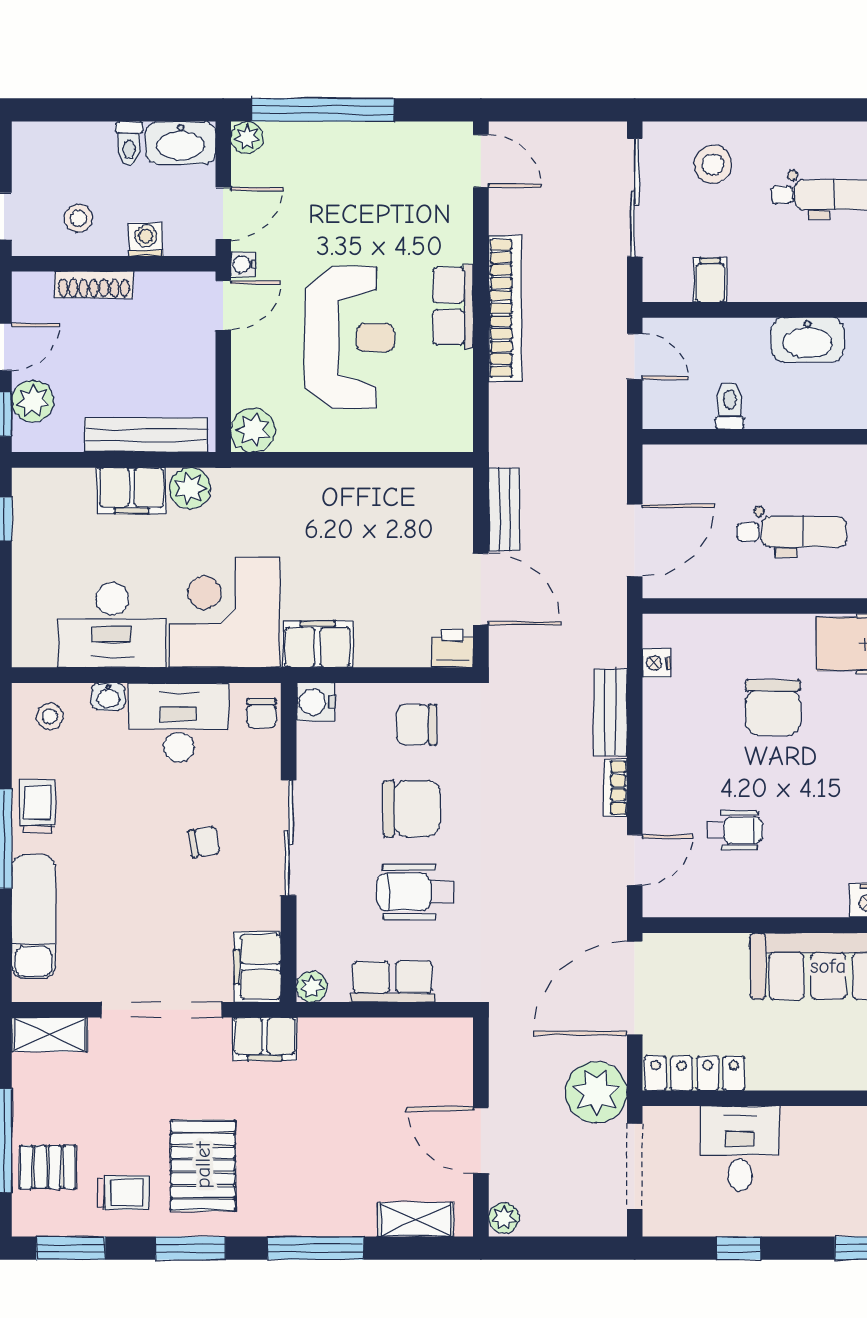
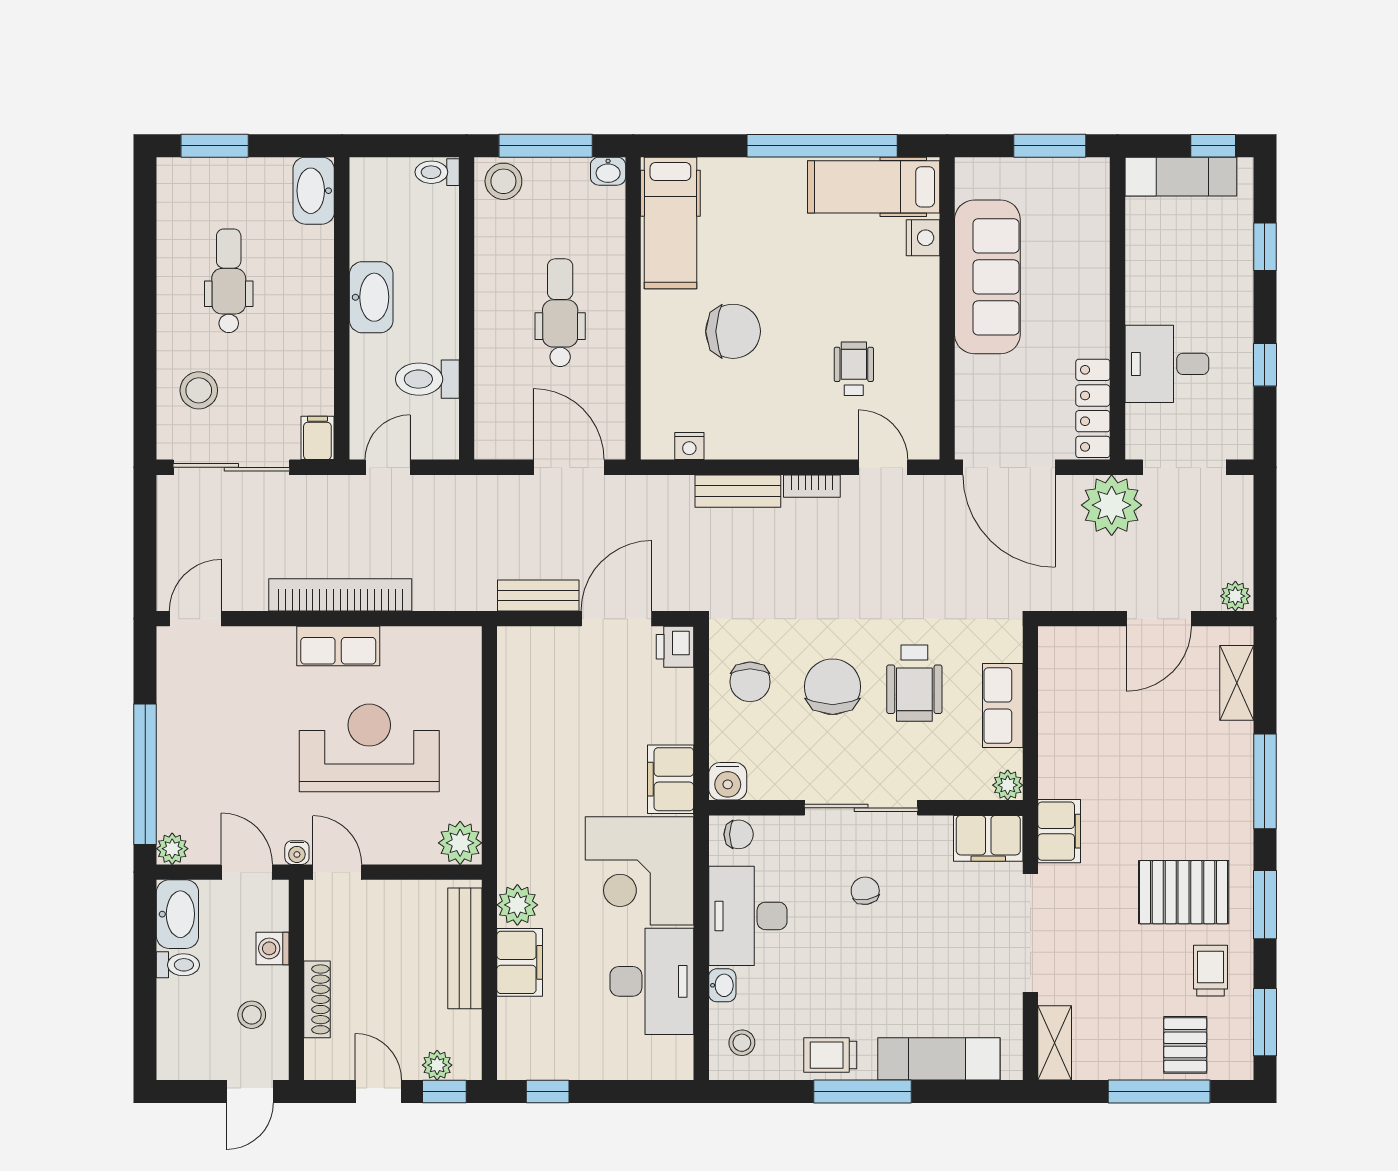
filing cabinet: (710, 280) -> (317, 438), moved, turned 90
plant: (33, 401) -> (437, 1065), width x0.73, depth x0.73
toilet: (730, 406) -> (427, 379), width x1.37, depth x1.39

